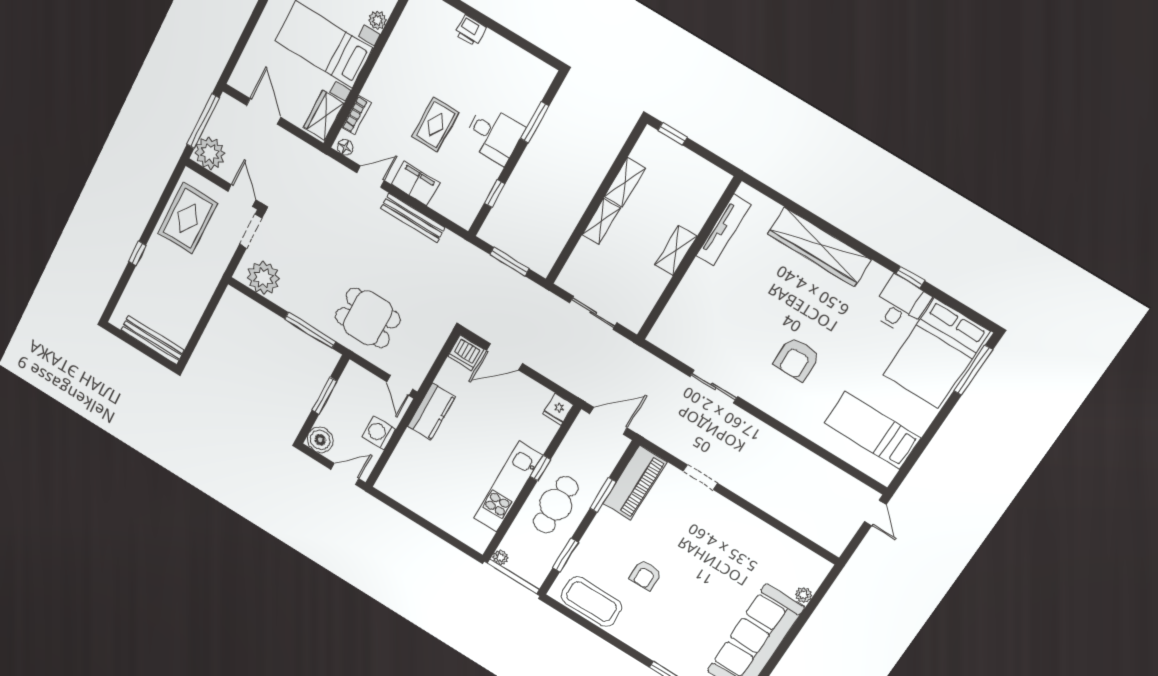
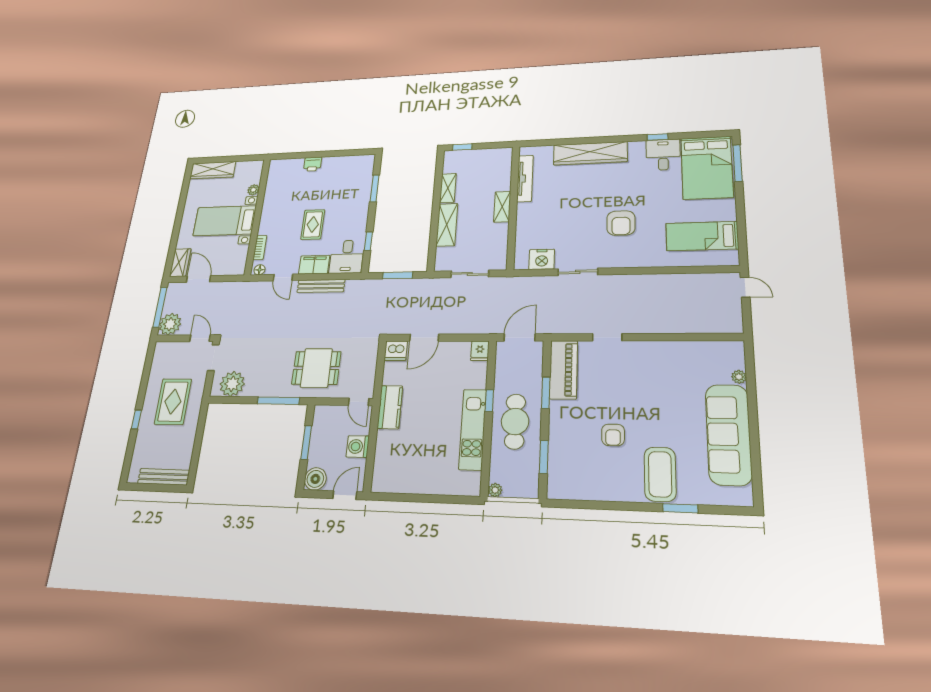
wardrobe: (324, 115) -> (180, 263), moved, turned 180
desk: (494, 135) -> (347, 257), moved, turned 90
door: (371, 177) -> (283, 277), swing flipped
rug: (188, 218) -> (173, 402), moved
shelving: (601, 221) -> (447, 225), width x1.50, depth x1.33
nightstand: (683, 346) -> (542, 259), added
coffee table: (592, 601) -> (660, 474), moved, turned 90

